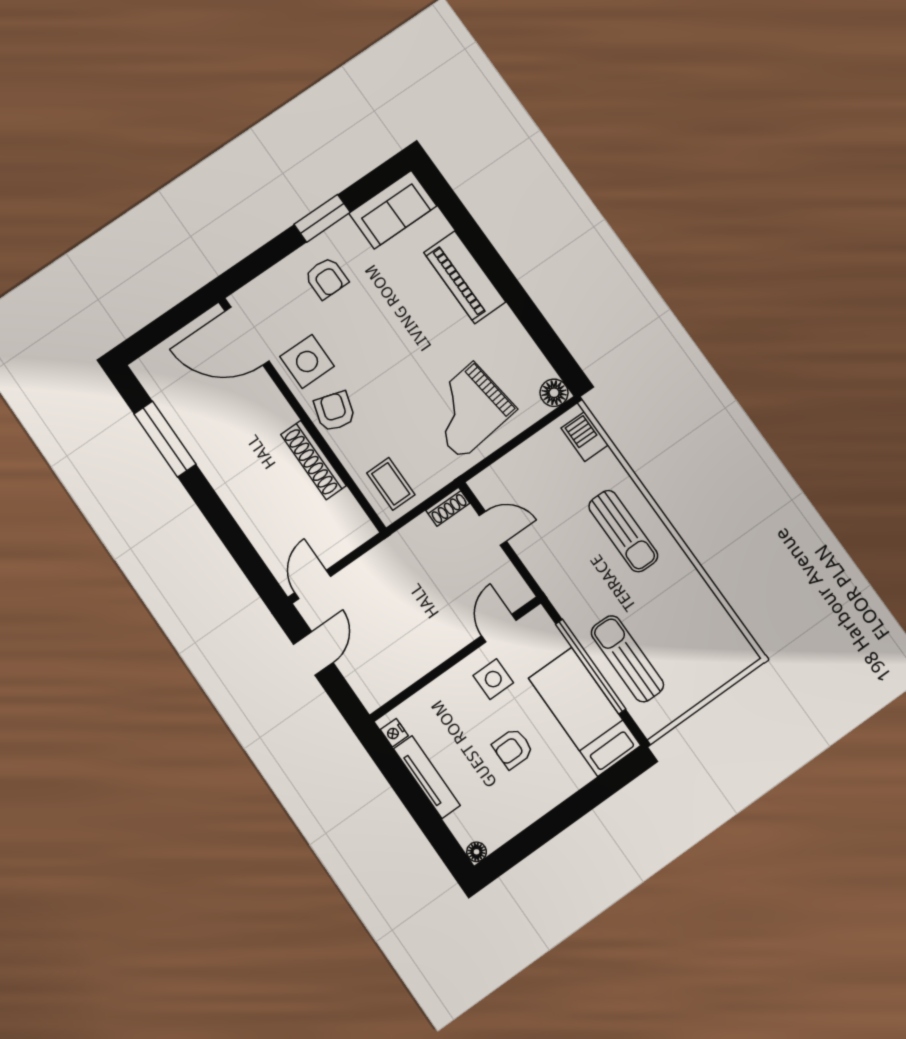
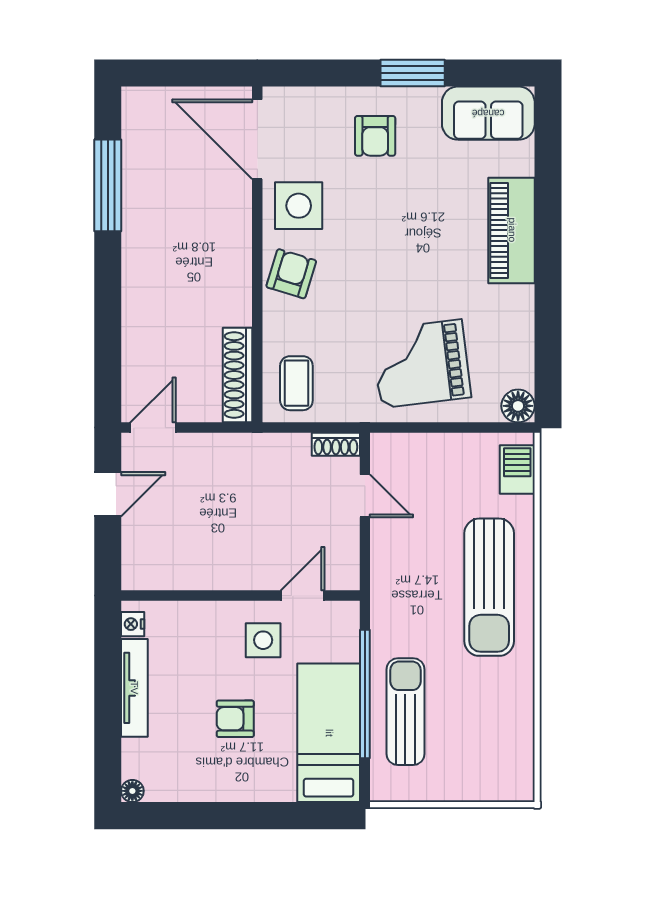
shoe rack: (313, 460) -> (238, 375), moved
sun lounger: (623, 531) -> (489, 587), width x1.36, depth x1.34

